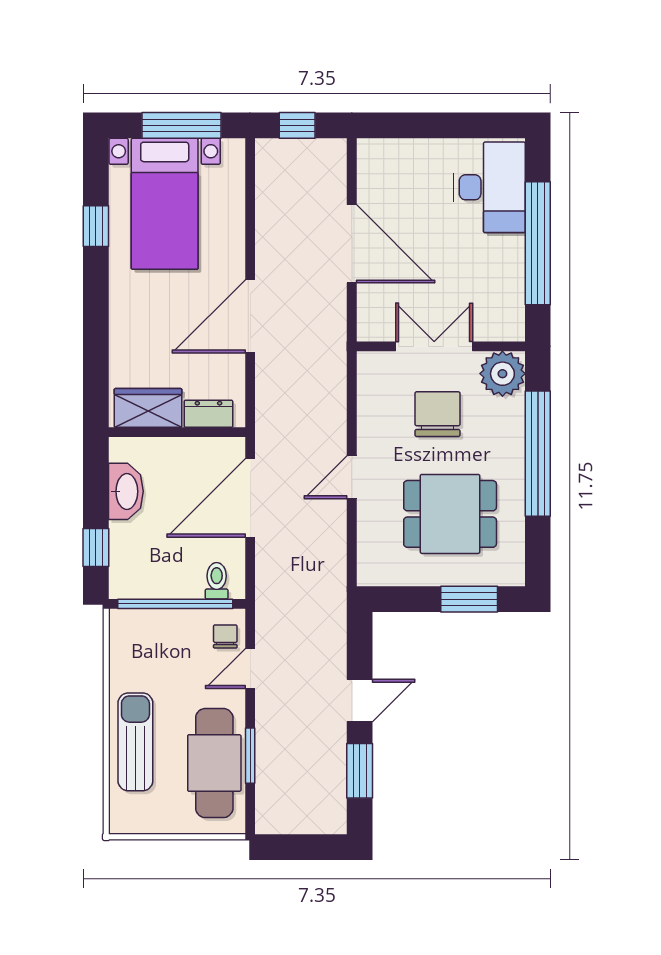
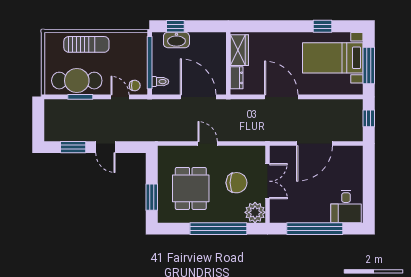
desk: (489, 187) -> (346, 206), width x0.73
washbasin: (126, 491) -> (176, 40), moved

